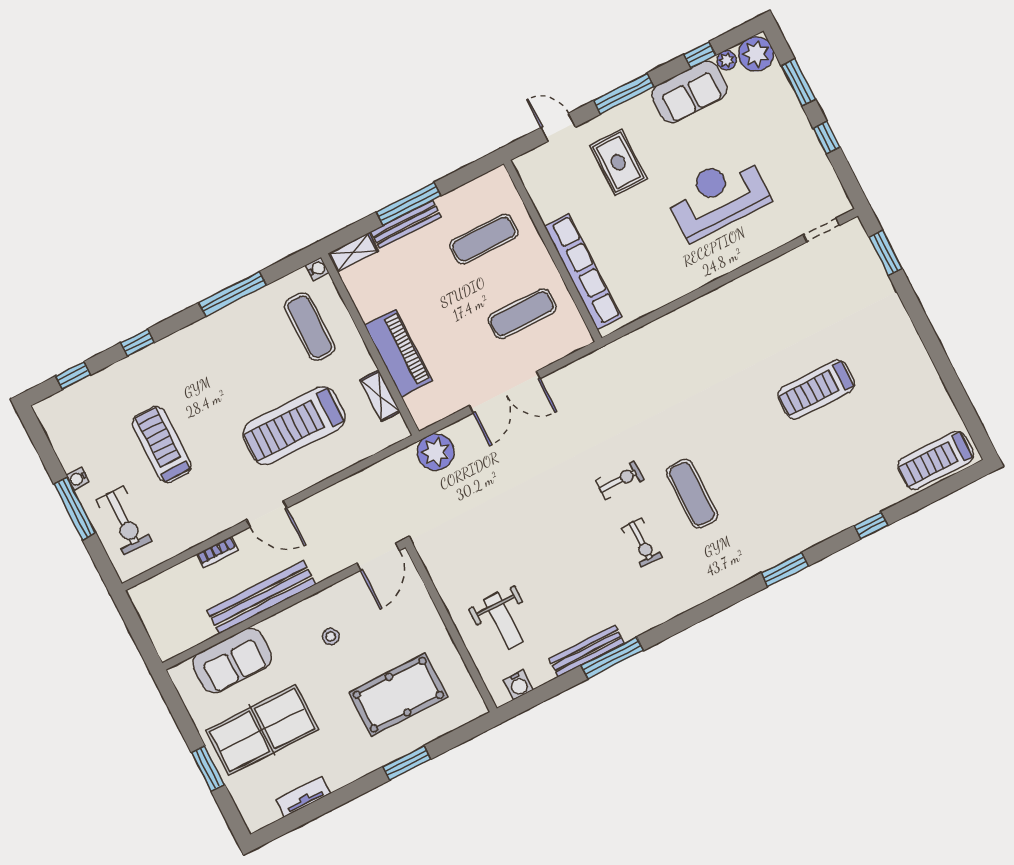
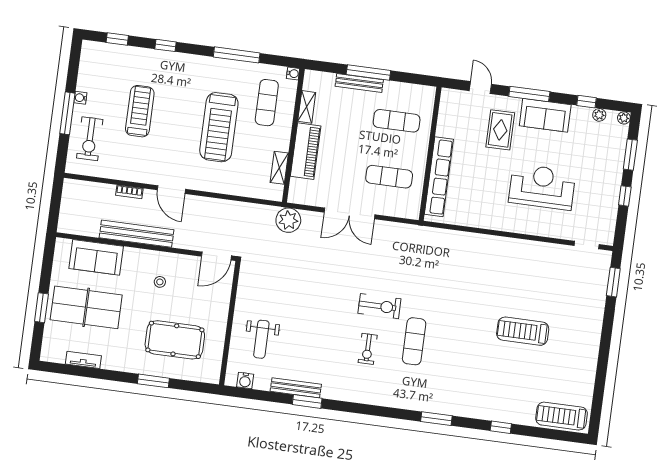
plant: (756, 54) -> (624, 118), width x0.53, depth x0.53
sofa: (689, 92) -> (545, 115), moved
shelving: (353, 252) -> (307, 107), moved, turned 90
treadmill: (294, 426) -> (219, 127), moved, turned -90
exercise bike: (620, 480) -> (379, 306), width x1.38, depth x1.39
window: (612, 658) -> (307, 401), width x0.69

